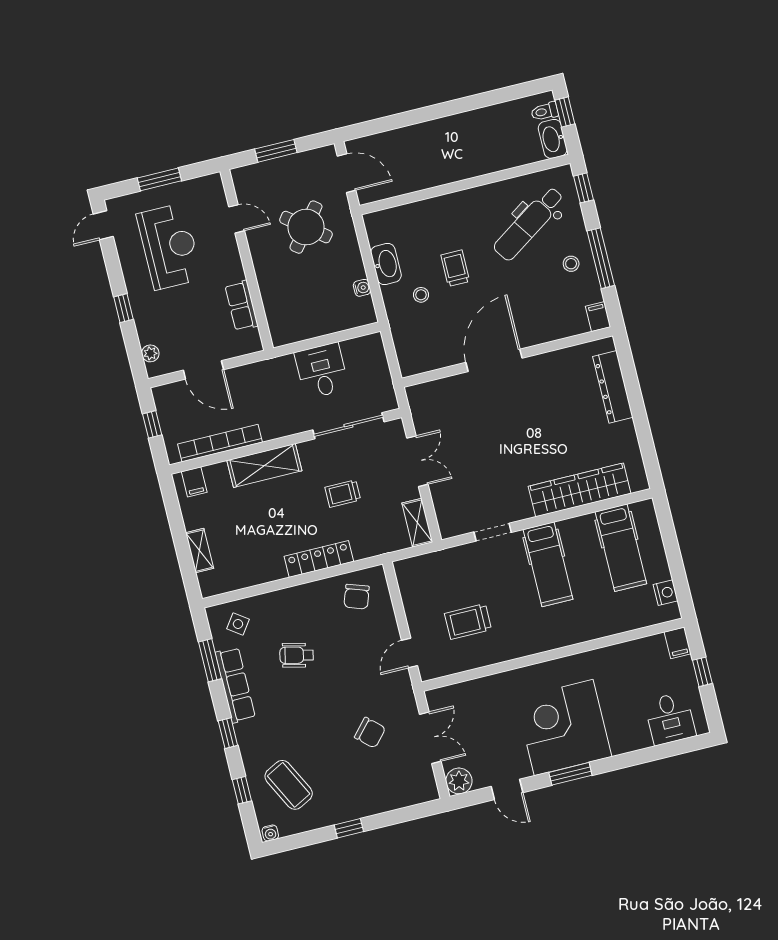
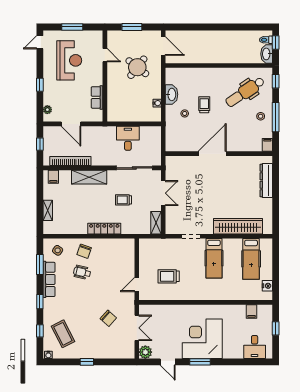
chair: (357, 597) -> (84, 251), moved
filing cabinet: (678, 643) -> (252, 311), moved

